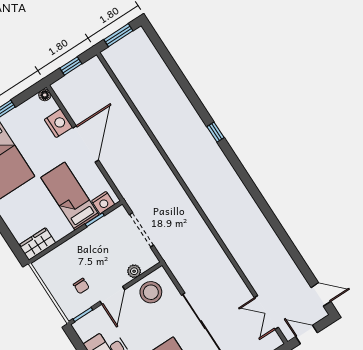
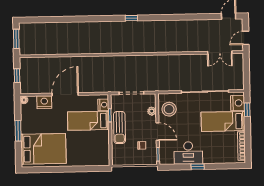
window: (215, 132) -> (131, 18), moved
door: (86, 144) -> (65, 94), hinge flipped
sun lounger: (86, 242) -> (119, 128), added
wardrobe: (37, 244) -> (103, 155), removed

